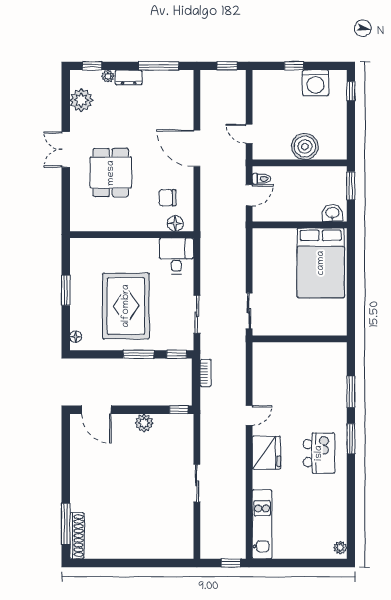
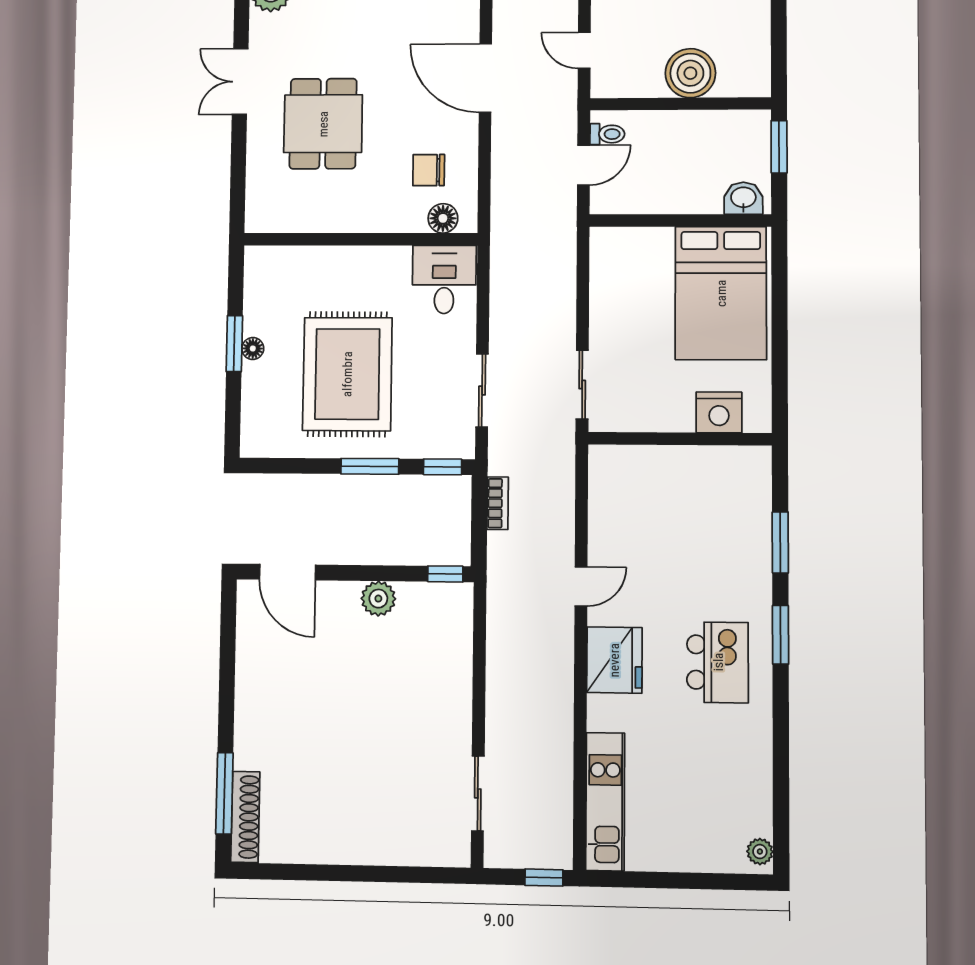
nightstand: (320, 325) -> (719, 412), added
floor lamp: (76, 337) -> (253, 348), moved
sliding door: (197, 483) -> (478, 793), moved

